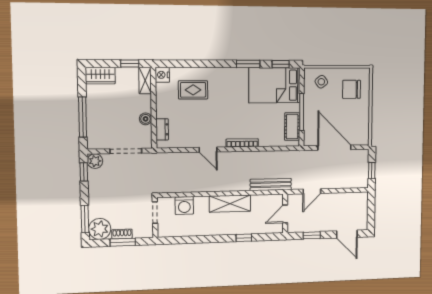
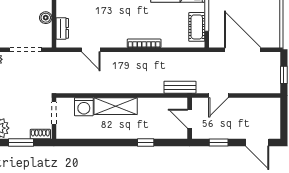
door: (208, 150) -> (91, 50), moved
bench: (271, 185) -> (180, 87), width x0.73
shelving: (230, 204) -> (116, 106), moved
door: (285, 214) -> (190, 119), hinge flipped
shoe rack: (122, 234) -> (40, 134), moved

